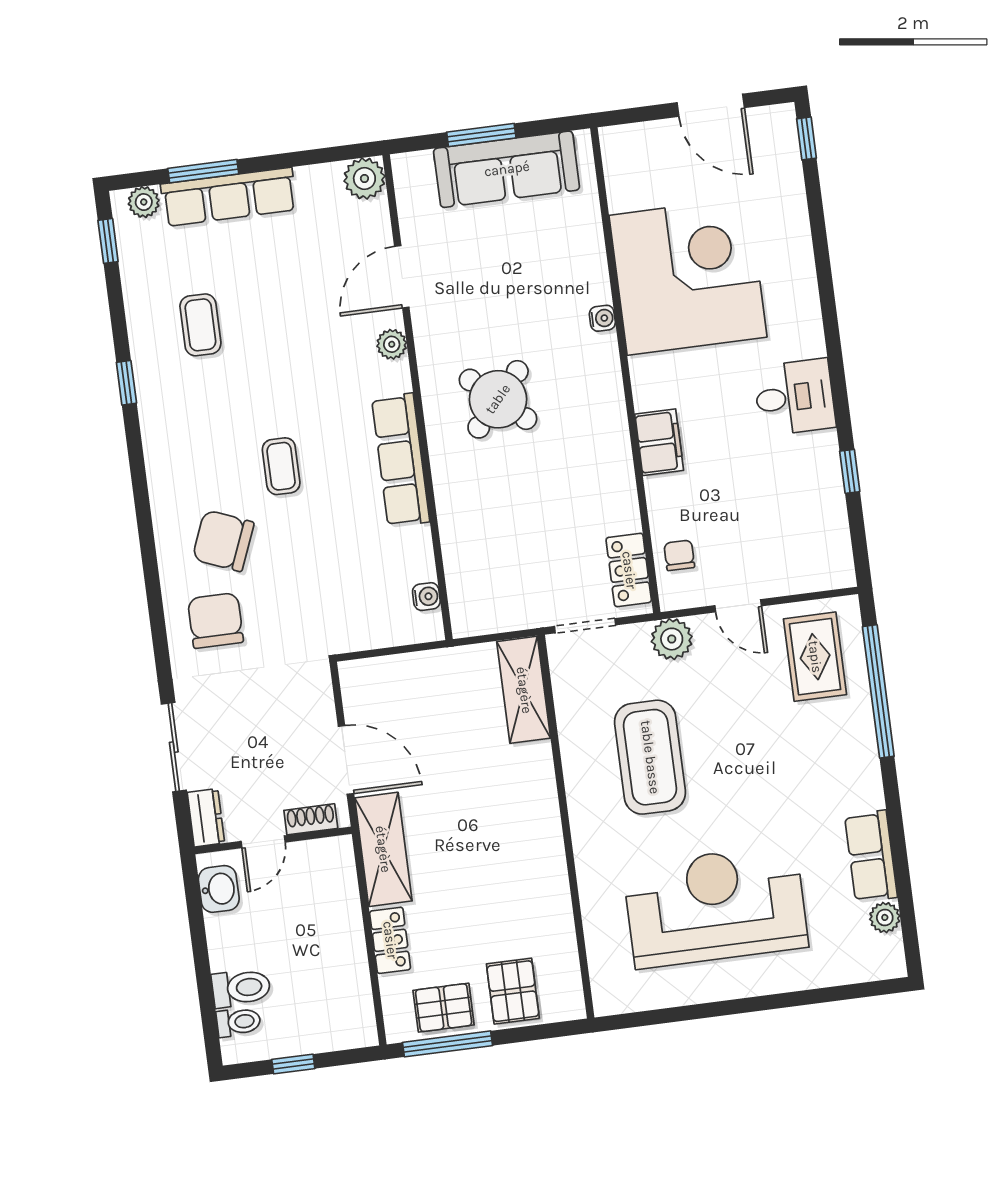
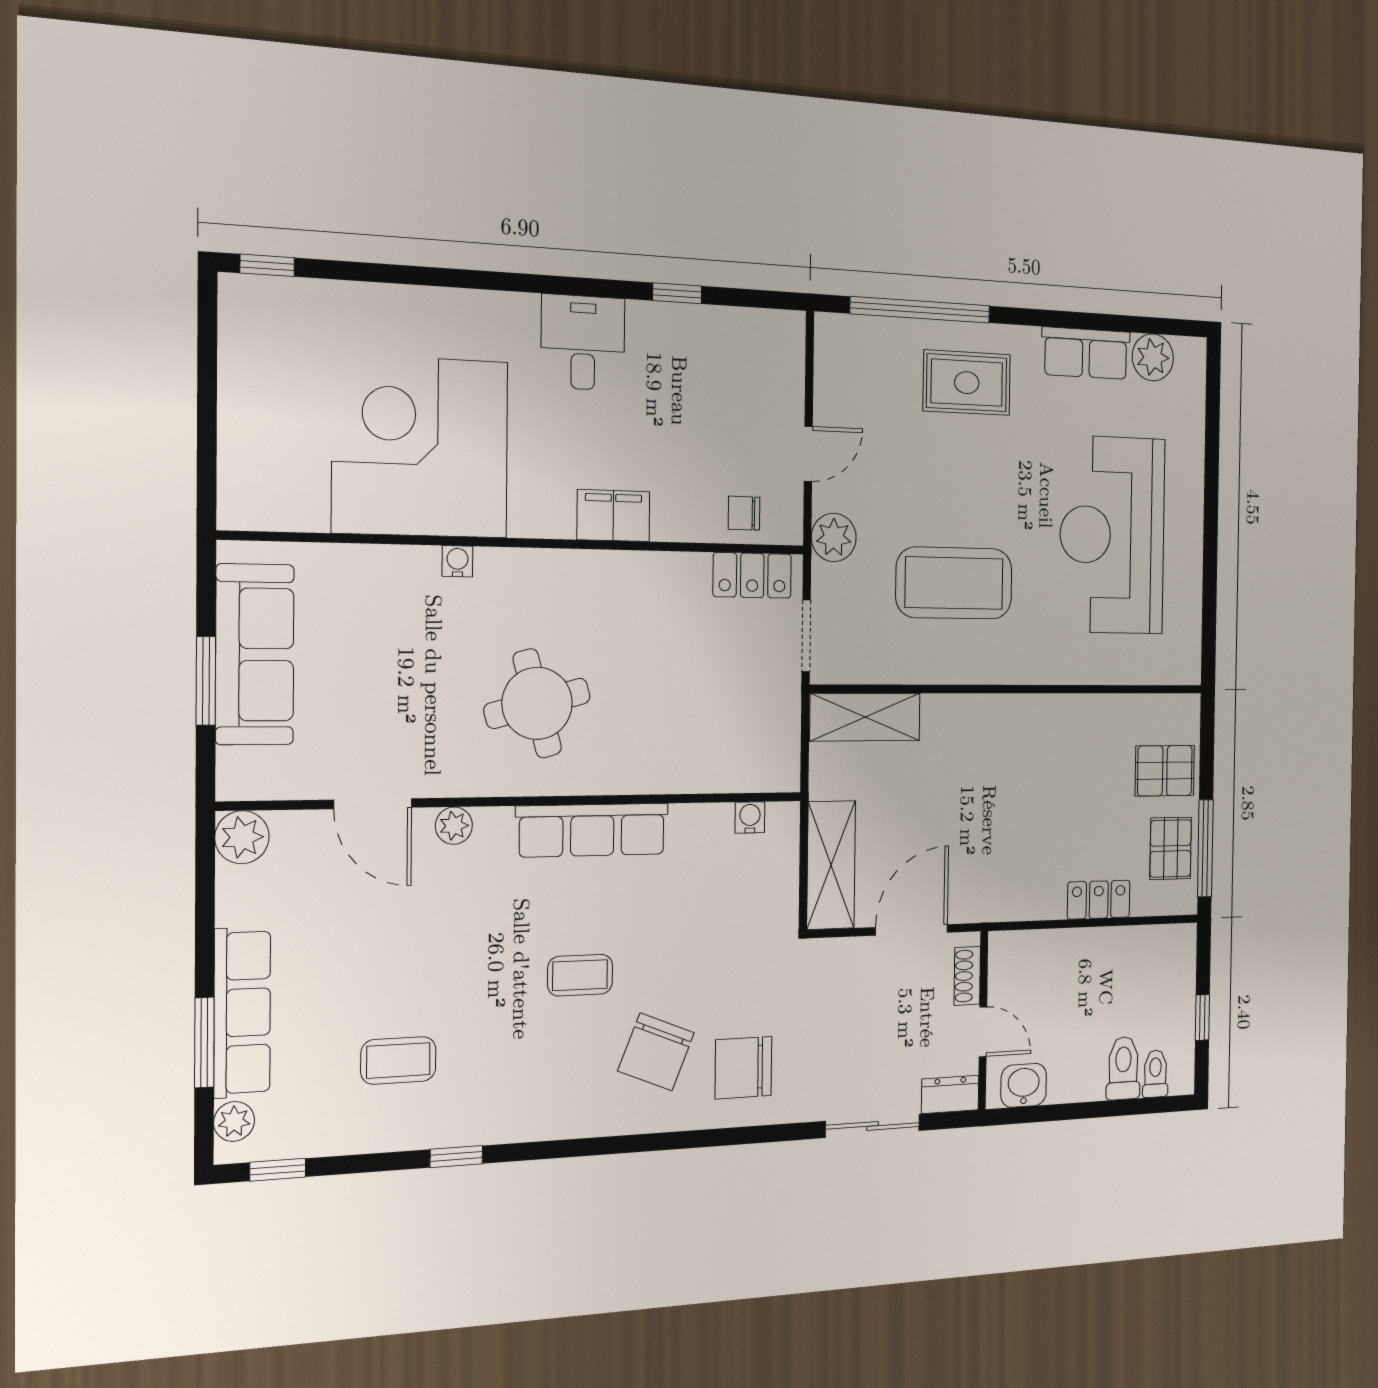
door: (711, 105) -> (207, 380), removed
round table: (498, 399) -> (537, 703), turned 33
rug: (815, 657) -> (967, 383), moved
shelving: (383, 849) -> (831, 865), moved, turned 90
plant: (885, 917) -> (1153, 357), width x1.38, depth x1.38

